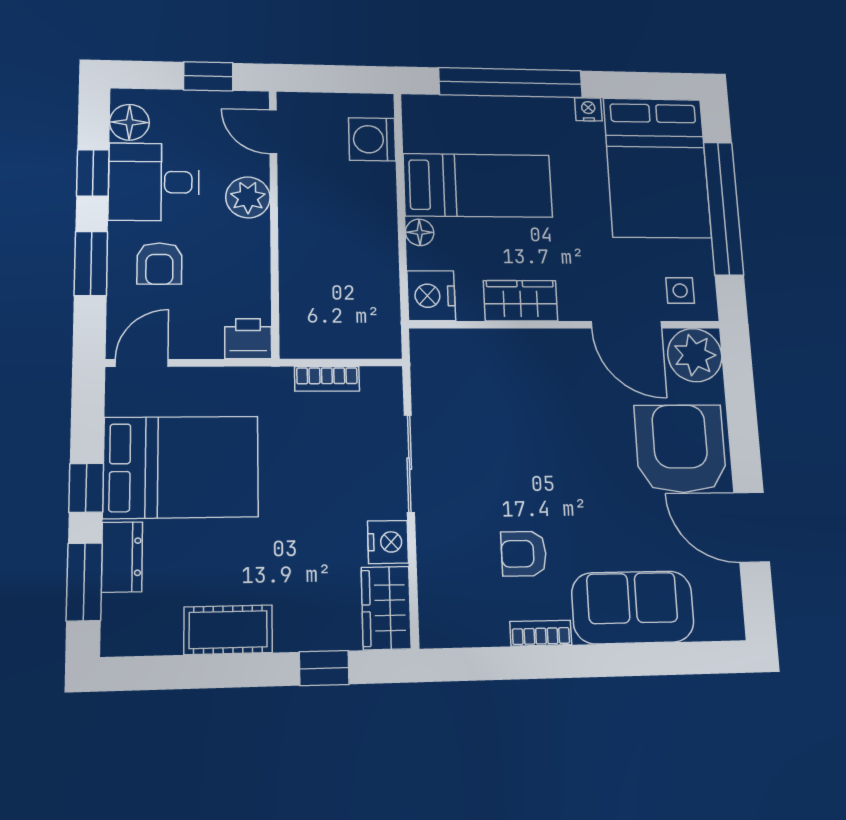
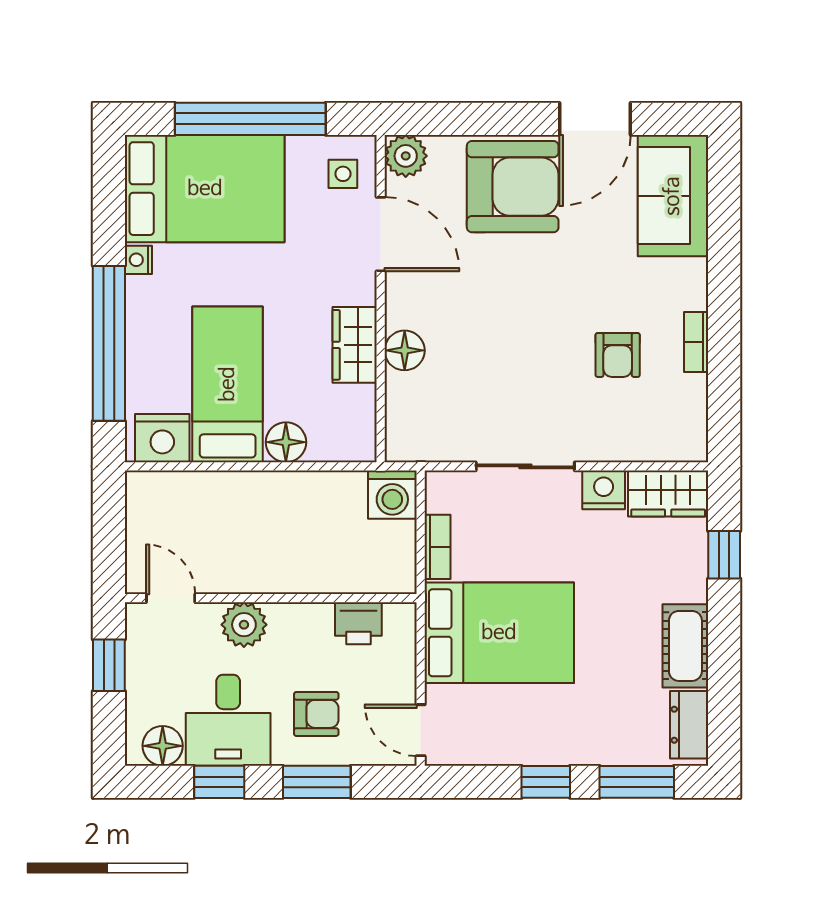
door: (273, 132) -> (171, 598), swing flipped
washing machine: (372, 139) -> (392, 495), moved
floor lamp: (420, 232) -> (286, 442), width x1.37, depth x1.37
nightstand: (431, 296) -> (162, 438), moved
door: (627, 325) -> (381, 234), hinge flipped
printer: (248, 339) -> (358, 623), moved, turned -90
floor lamp: (518, 347) -> (405, 350), added
plant: (695, 355) -> (406, 156), width x0.73, depth x0.73
armchair: (681, 449) -> (513, 187), turned 180
bed: (181, 467) -> (499, 633), moved, turned 90
dresser: (122, 557) -> (689, 725), moved, turned -90
sofa: (633, 607) -> (673, 196), moved

